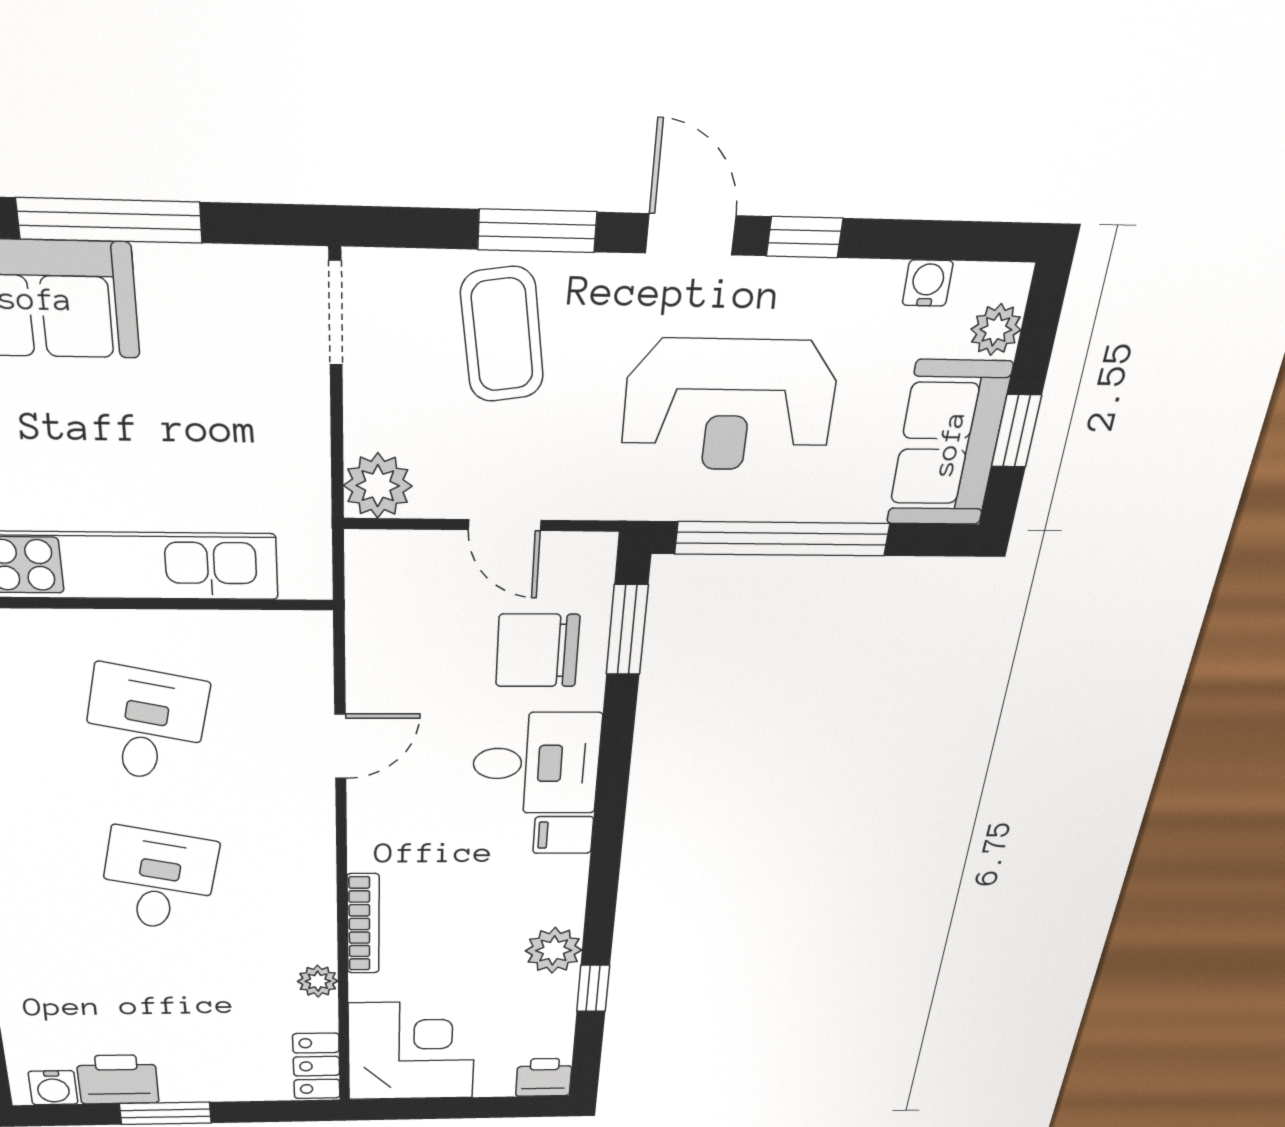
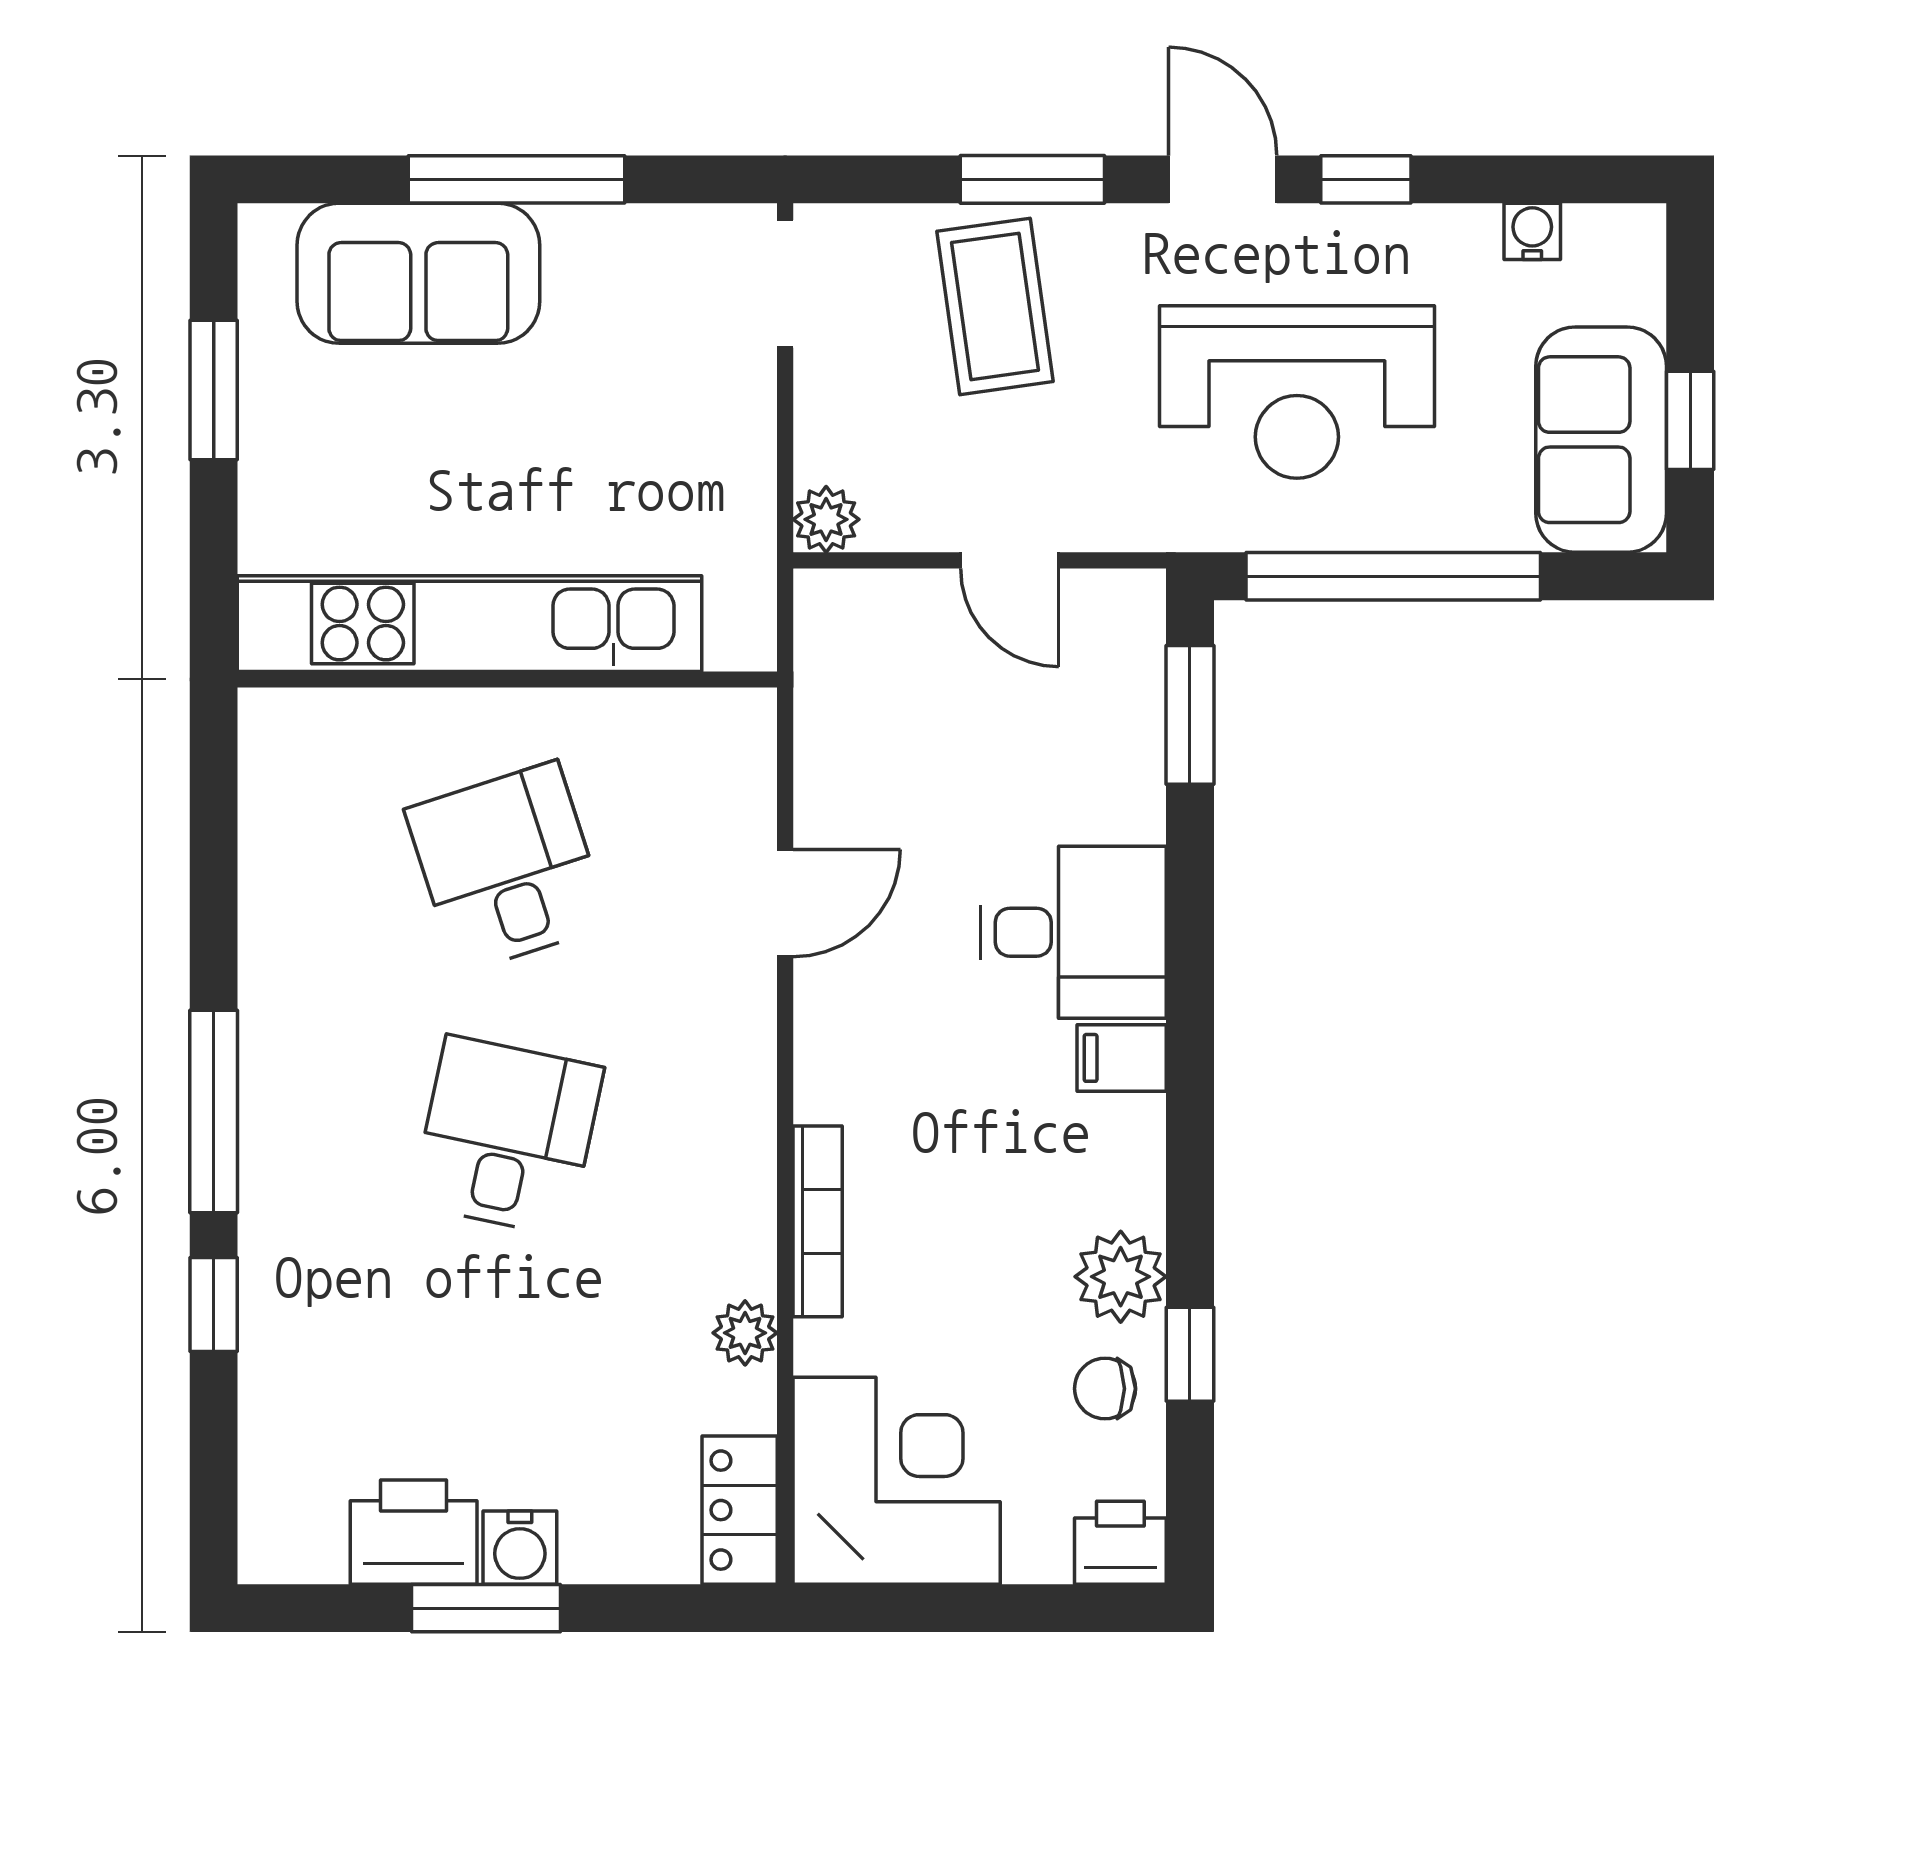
plant: (996, 330) -> (1633, 288), removed
plant: (378, 486) -> (826, 519), width x0.73, depth x0.73
chair: (538, 651) -> (1105, 1389), moved, width x0.54, depth x0.54
desk: (145, 725) -> (507, 867), turned -30
water cooler: (53, 1088) -> (520, 1548), moved

